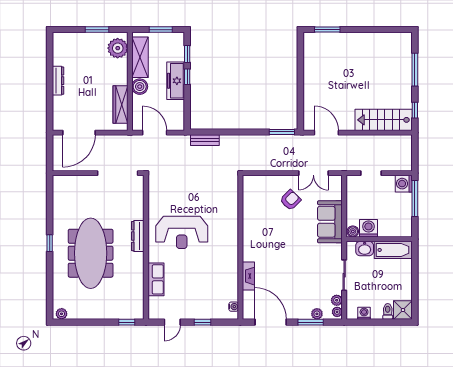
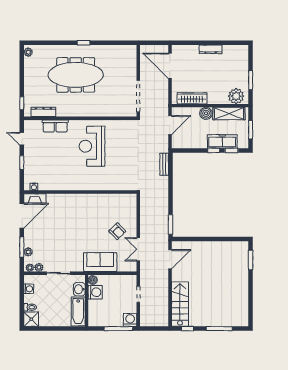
freezer: (176, 81) -> (222, 141), moved
dresser: (138, 236) -> (43, 112), moved
fireplace: (248, 276) -> (35, 198), moved

